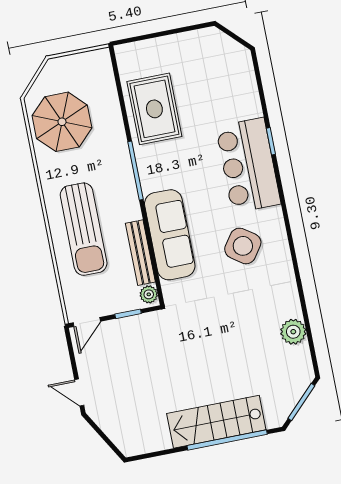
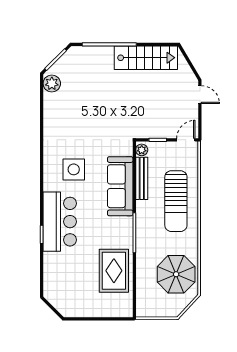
sun lounger: (84, 229) -> (176, 201), turned 180
side table: (243, 246) -> (74, 169), turned -35
plant: (293, 332) -> (52, 84), moved
stairs: (216, 422) -> (146, 58), moved

